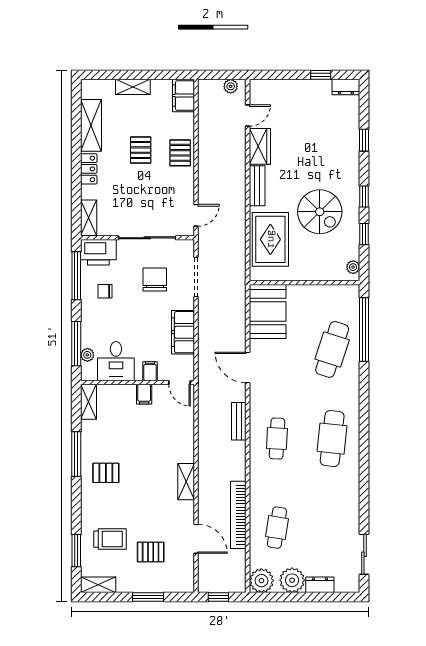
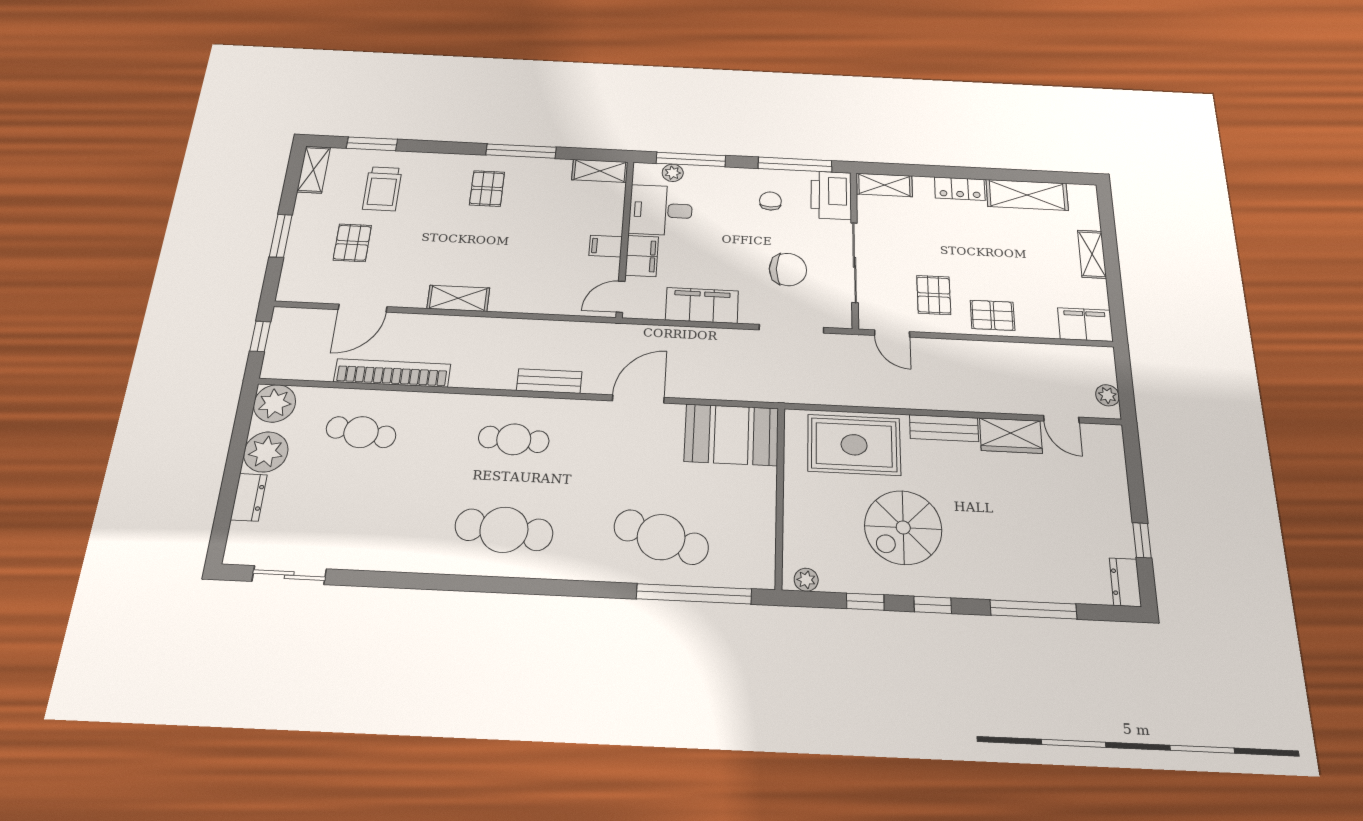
window: (364, 140) -> (1033, 609), width x2.17
pallet: (141, 150) -> (934, 295), moved, turned 90
filing cabinet: (150, 371) -> (642, 256), width x2.00

